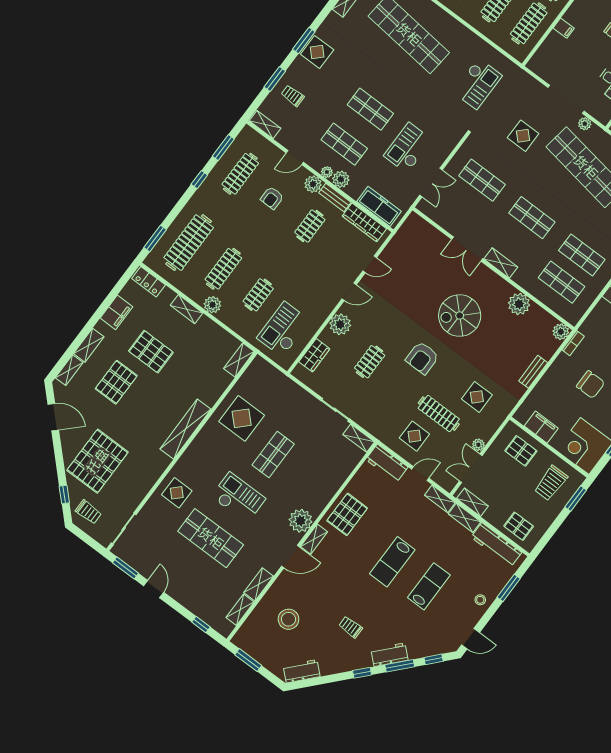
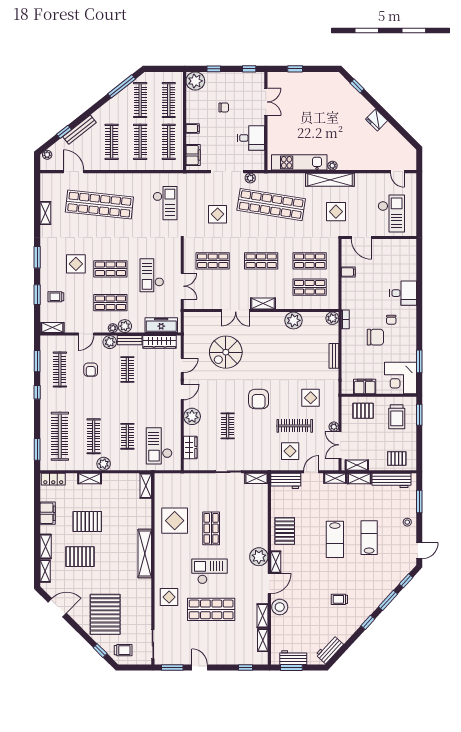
display table: (317, 52) -> (76, 264), moved
filing cabinet: (544, 56) -> (193, 155), added
spiral stairs: (460, 316) -> (226, 352), moved
pallet: (116, 382) -> (80, 557), turned 90
stool: (289, 619) -> (280, 607), moved
workbench: (389, 655) -> (293, 658), moved, turned 47

